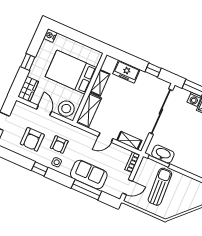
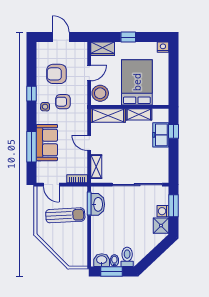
window: (153, 70) -> (174, 131), moved

